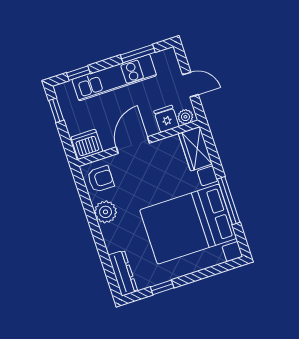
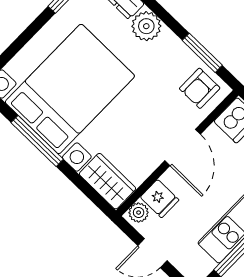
window: (86, 202) -> (202, 53), added
plant: (106, 212) -> (146, 26), moved

